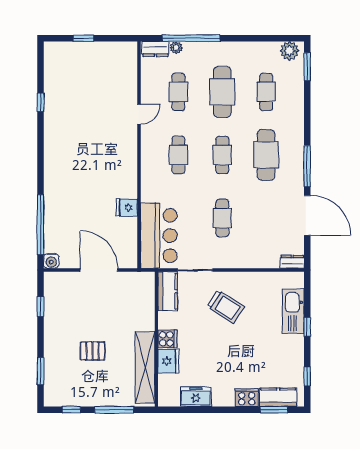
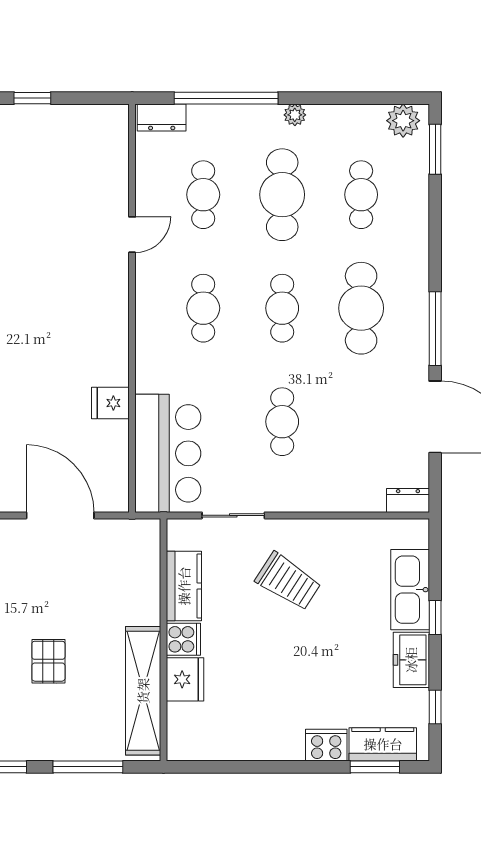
plant: (176, 48) -> (295, 115), moved
kitchen counter: (168, 291) -> (184, 586), moved
pallet: (92, 351) -> (48, 661), turned 90
freezer: (196, 397) -> (411, 660), moved, turned -90

